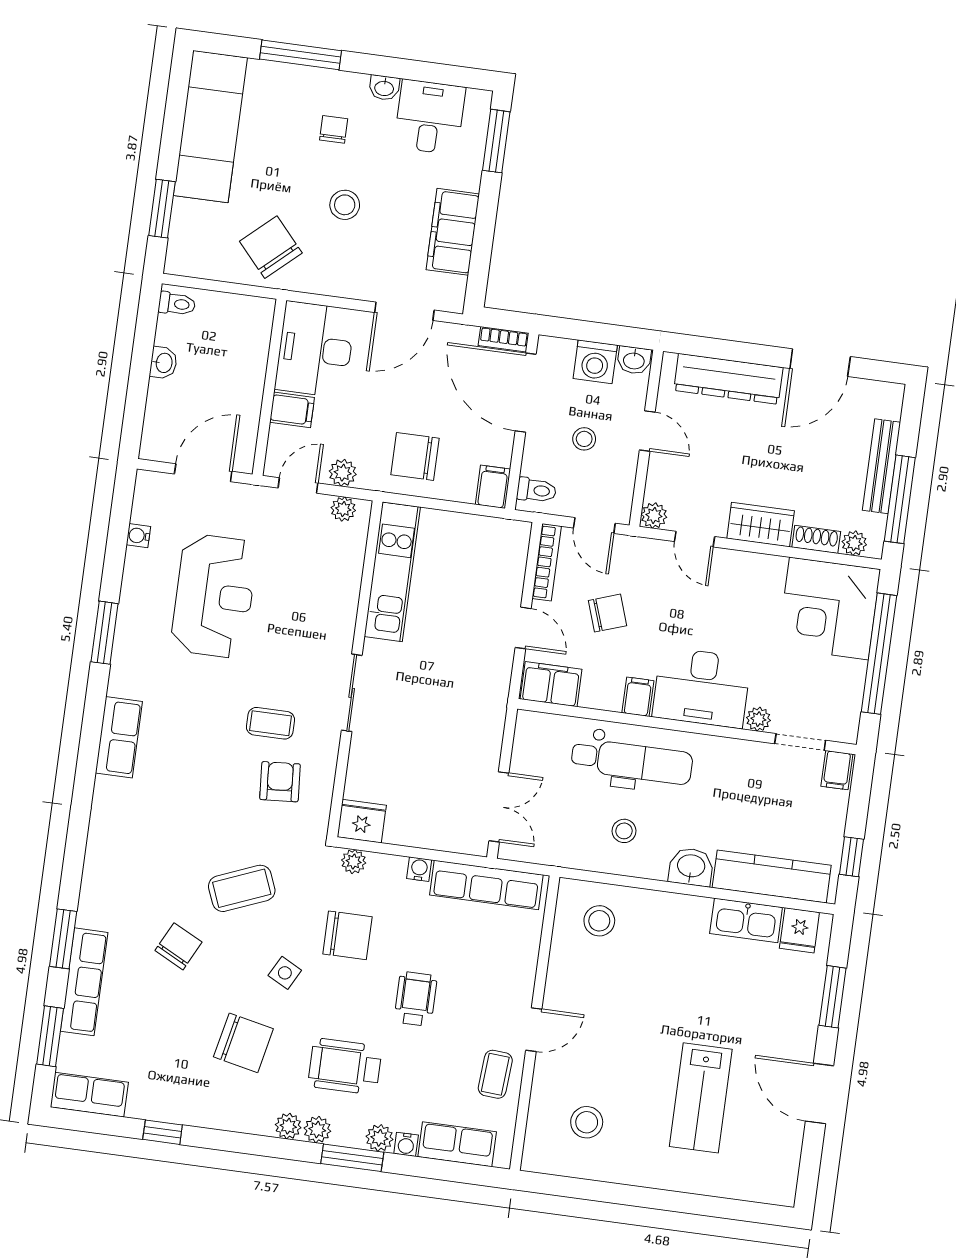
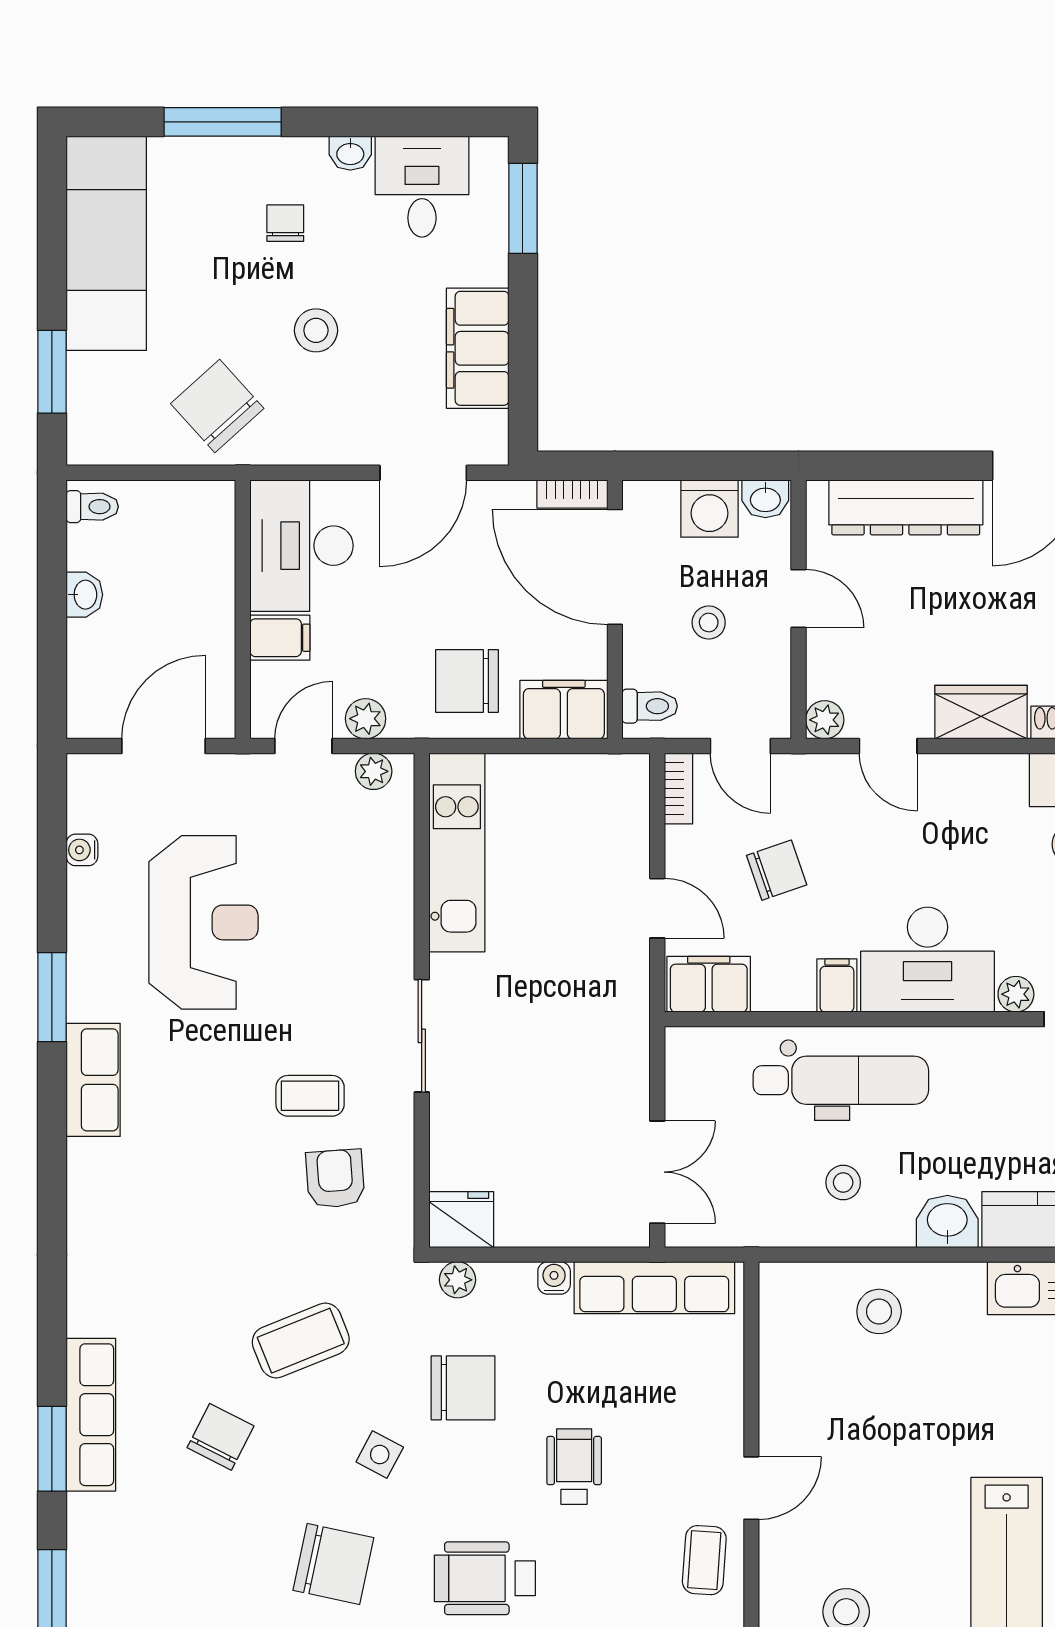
filing cabinet: (493, 487) -> (564, 710), width x2.00
bookcase: (547, 562) -> (678, 789), width x0.64
row of seats: (119, 737) -> (93, 1080), moved
stool: (599, 921) -> (879, 1311), moved
row of seats: (84, 982) -> (91, 1415), moved

